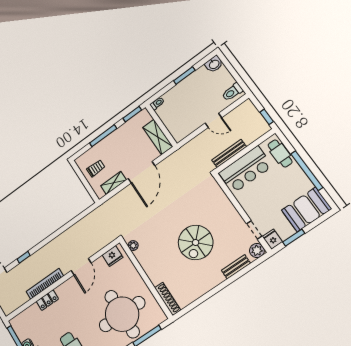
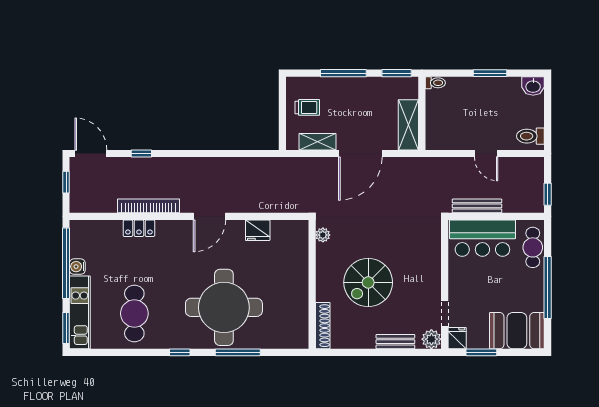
plant: (133, 246) -> (323, 235), moved
wall: (146, 278) -> (312, 284), moved
shoe rack: (168, 299) -> (323, 326), moved

